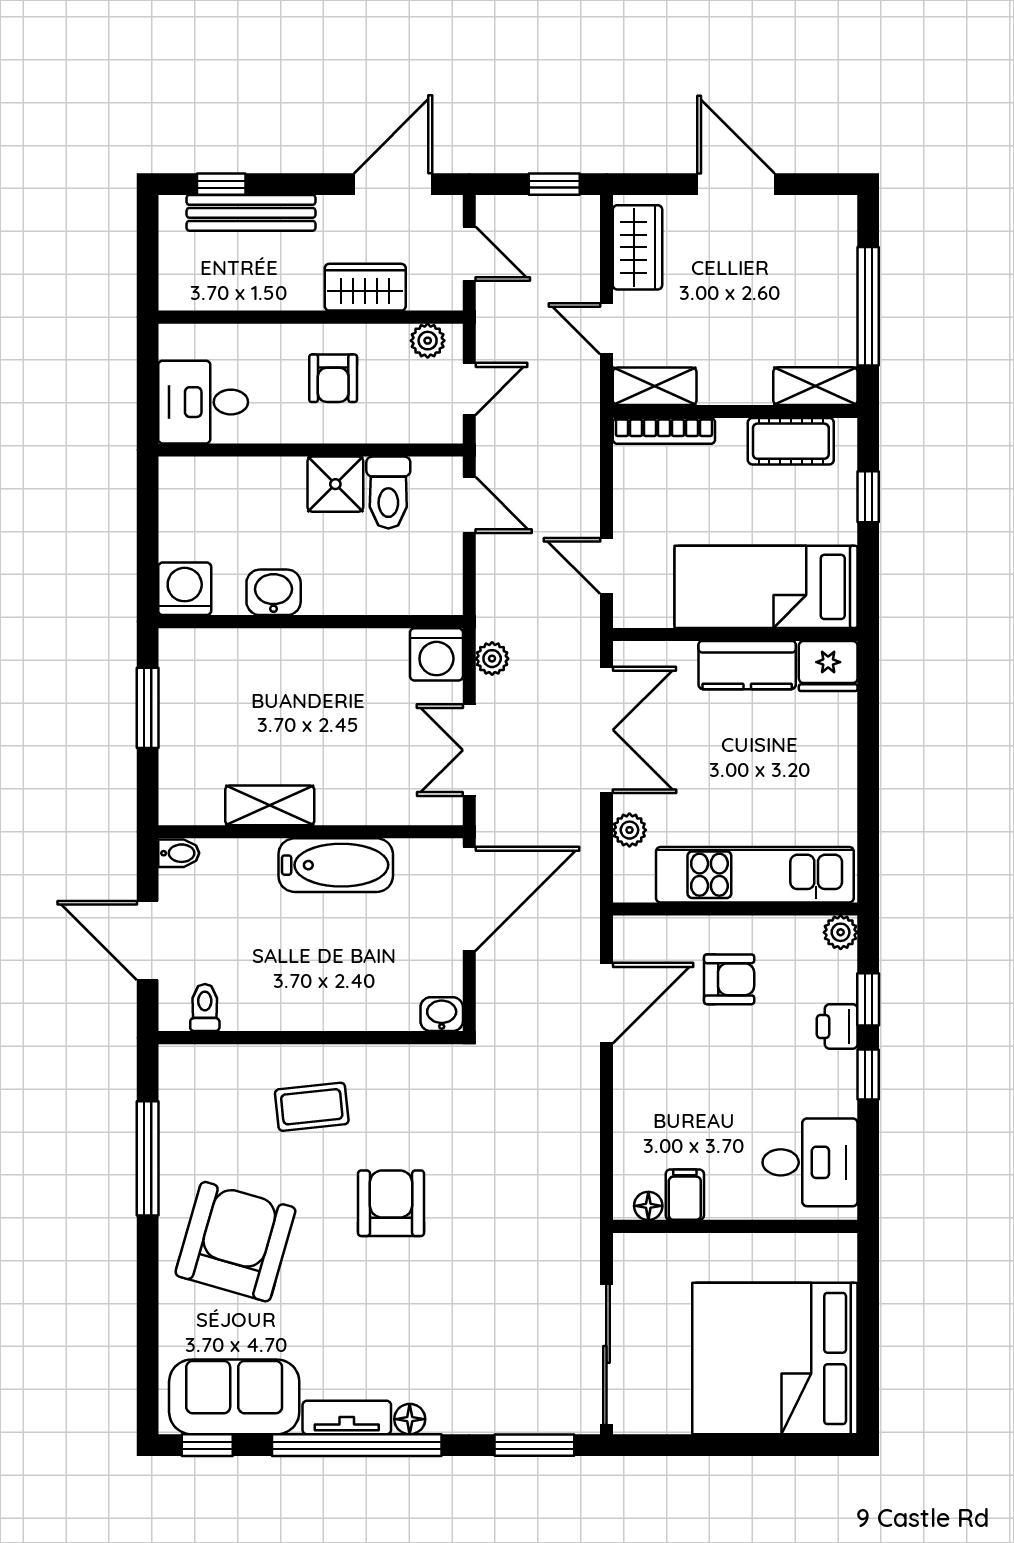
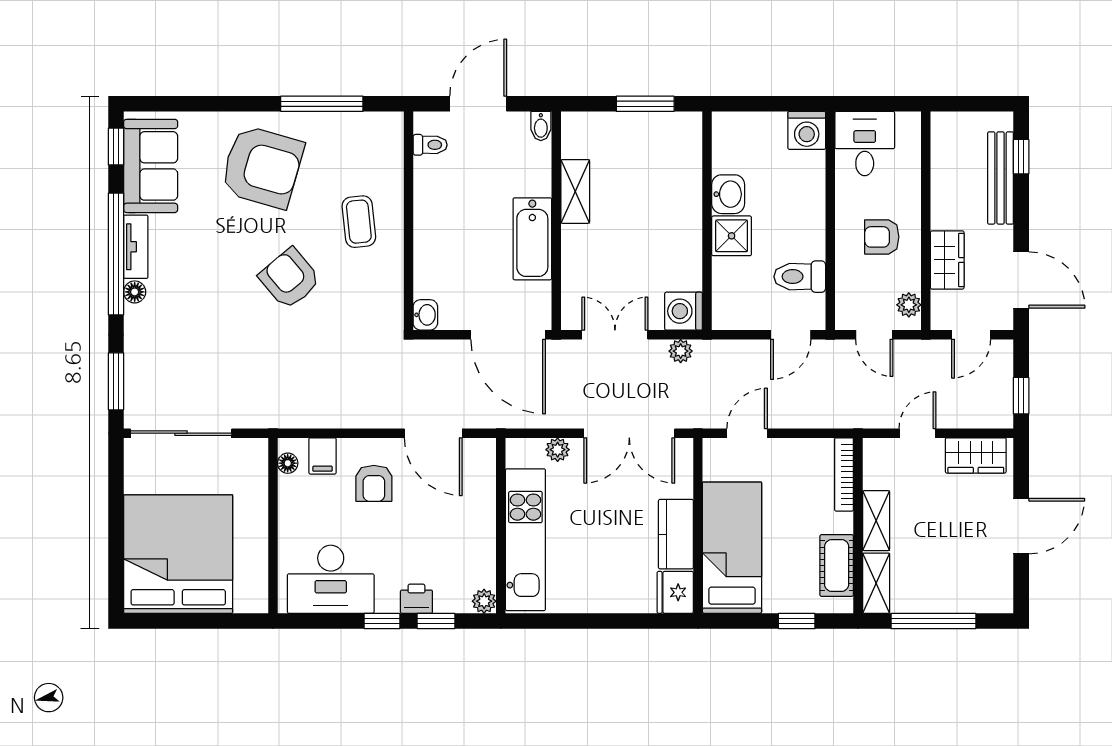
shelving: (655, 386) -> (876, 521), moved
shower: (335, 484) -> (732, 236), moved
washing machine: (185, 589) -> (807, 130), moved, turned 90
armchair: (729, 979) -> (374, 483), moved
desk: (810, 1162) -> (331, 579), width x1.37
filing cabinet: (685, 1195) -> (323, 456), moved, turned 90
armchair: (391, 1203) -> (290, 279), turned -130

